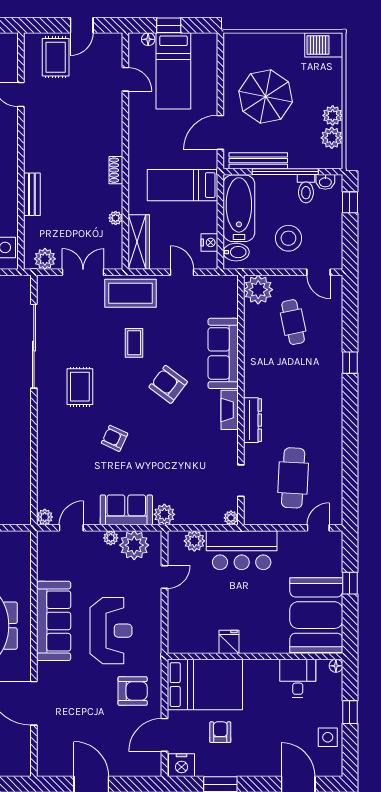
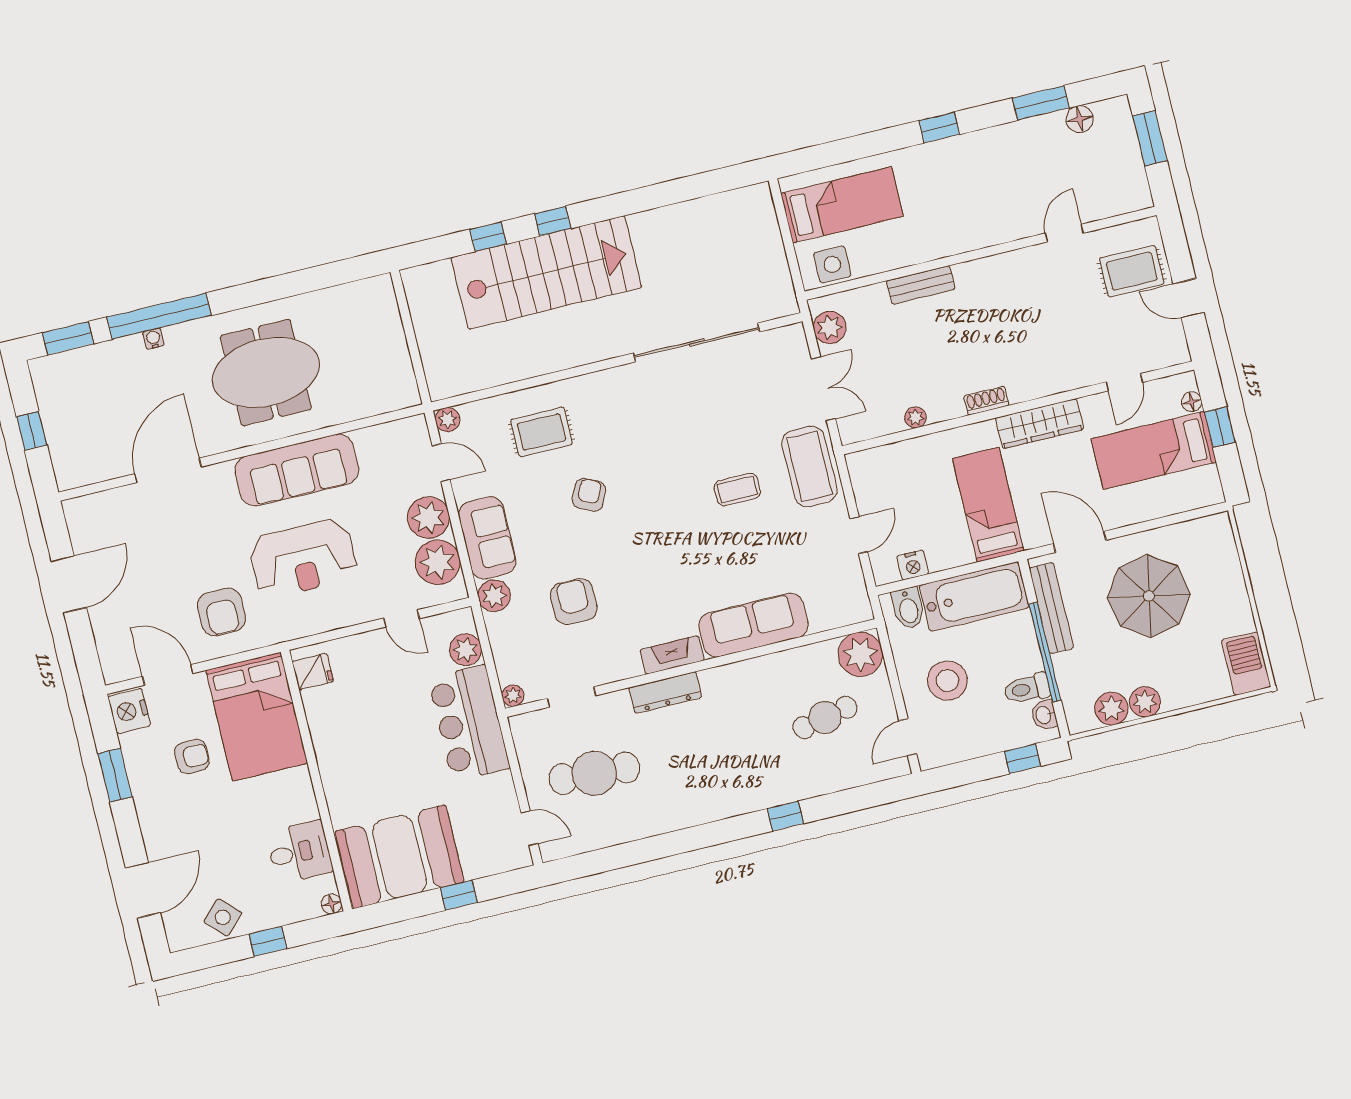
wardrobe: (139, 242) -> (1040, 424), moved
armchair: (168, 384) -> (574, 602), moved, turned -37
rug: (80, 387) -> (541, 432), moved
plant: (111, 538) -> (428, 518), width x1.88, depth x1.88
fridge: (229, 642) -> (313, 672), moved
side table: (328, 737) -> (223, 917), turned 45

